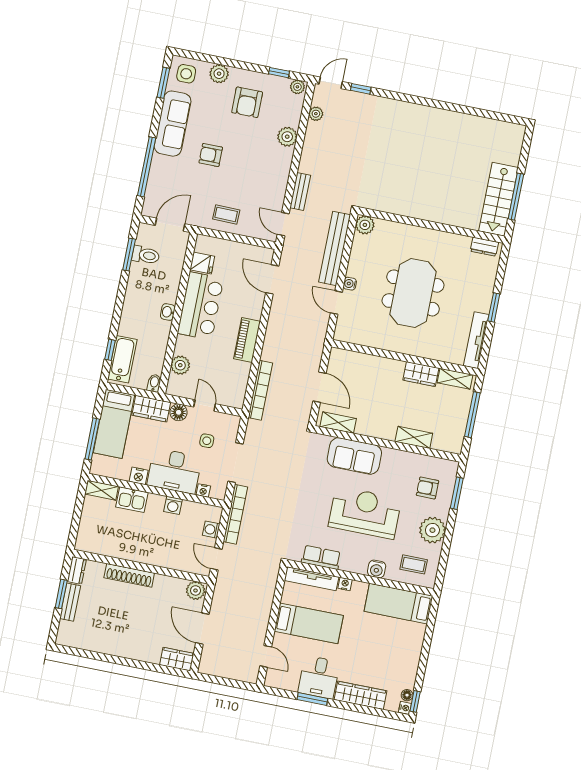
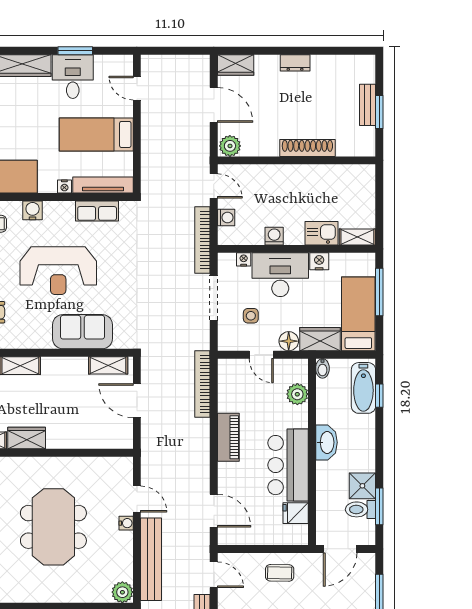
shower: (140, 275) -> (362, 486), added
washbasin: (168, 312) -> (326, 442), width x1.91, depth x1.45
dresser: (77, 570) -> (295, 63), moved, turned -90

